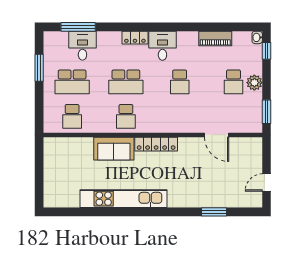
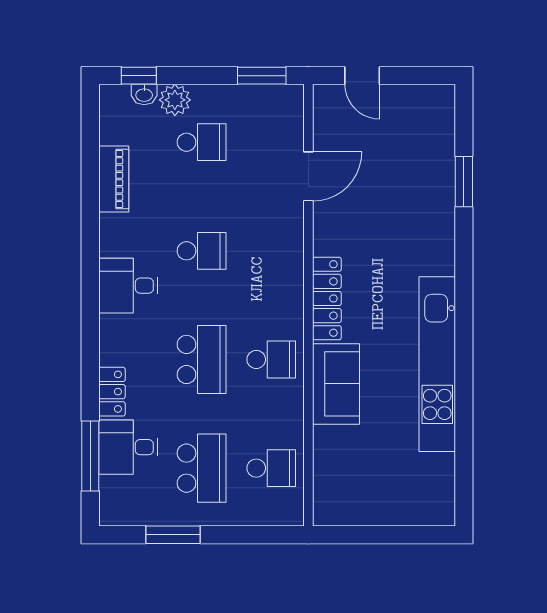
washbasin: (257, 37) -> (144, 94), moved
locker: (135, 38) -> (112, 392), moved
plant: (254, 83) -> (175, 100), moved
door: (267, 183) -> (362, 76), moved

